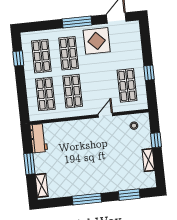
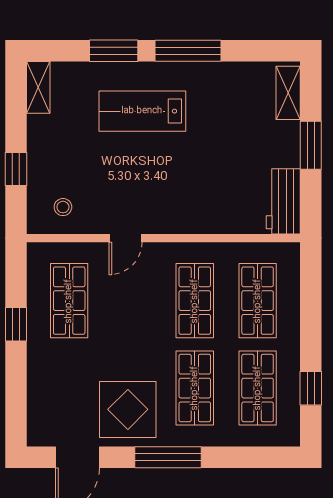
shelving: (148, 160) -> (38, 87), moved
lab bench: (104, 171) -> (142, 111), added
window: (129, 195) -> (114, 51), moved

